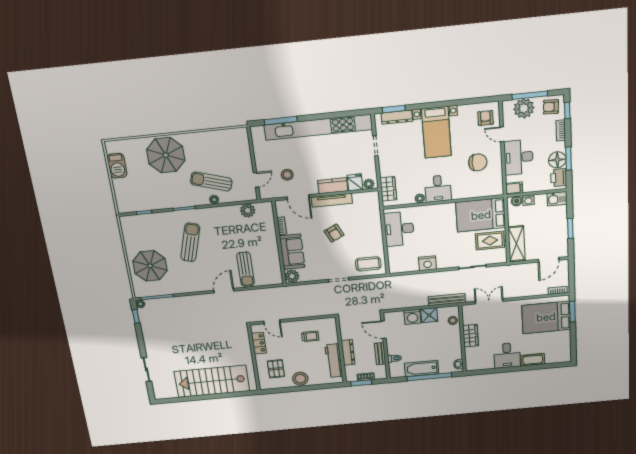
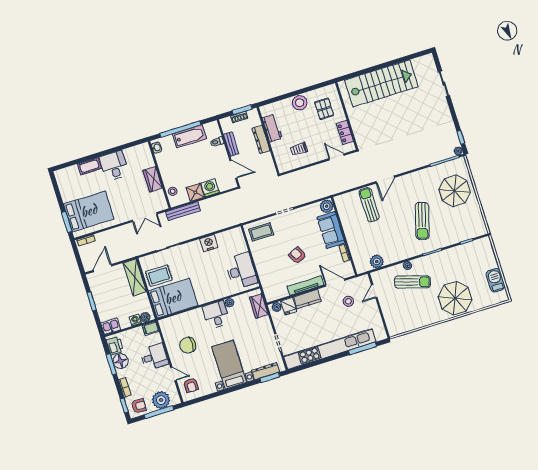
desk: (519, 157) -> (154, 357), width x0.73
workbench: (334, 361) -> (272, 128), width x0.73

